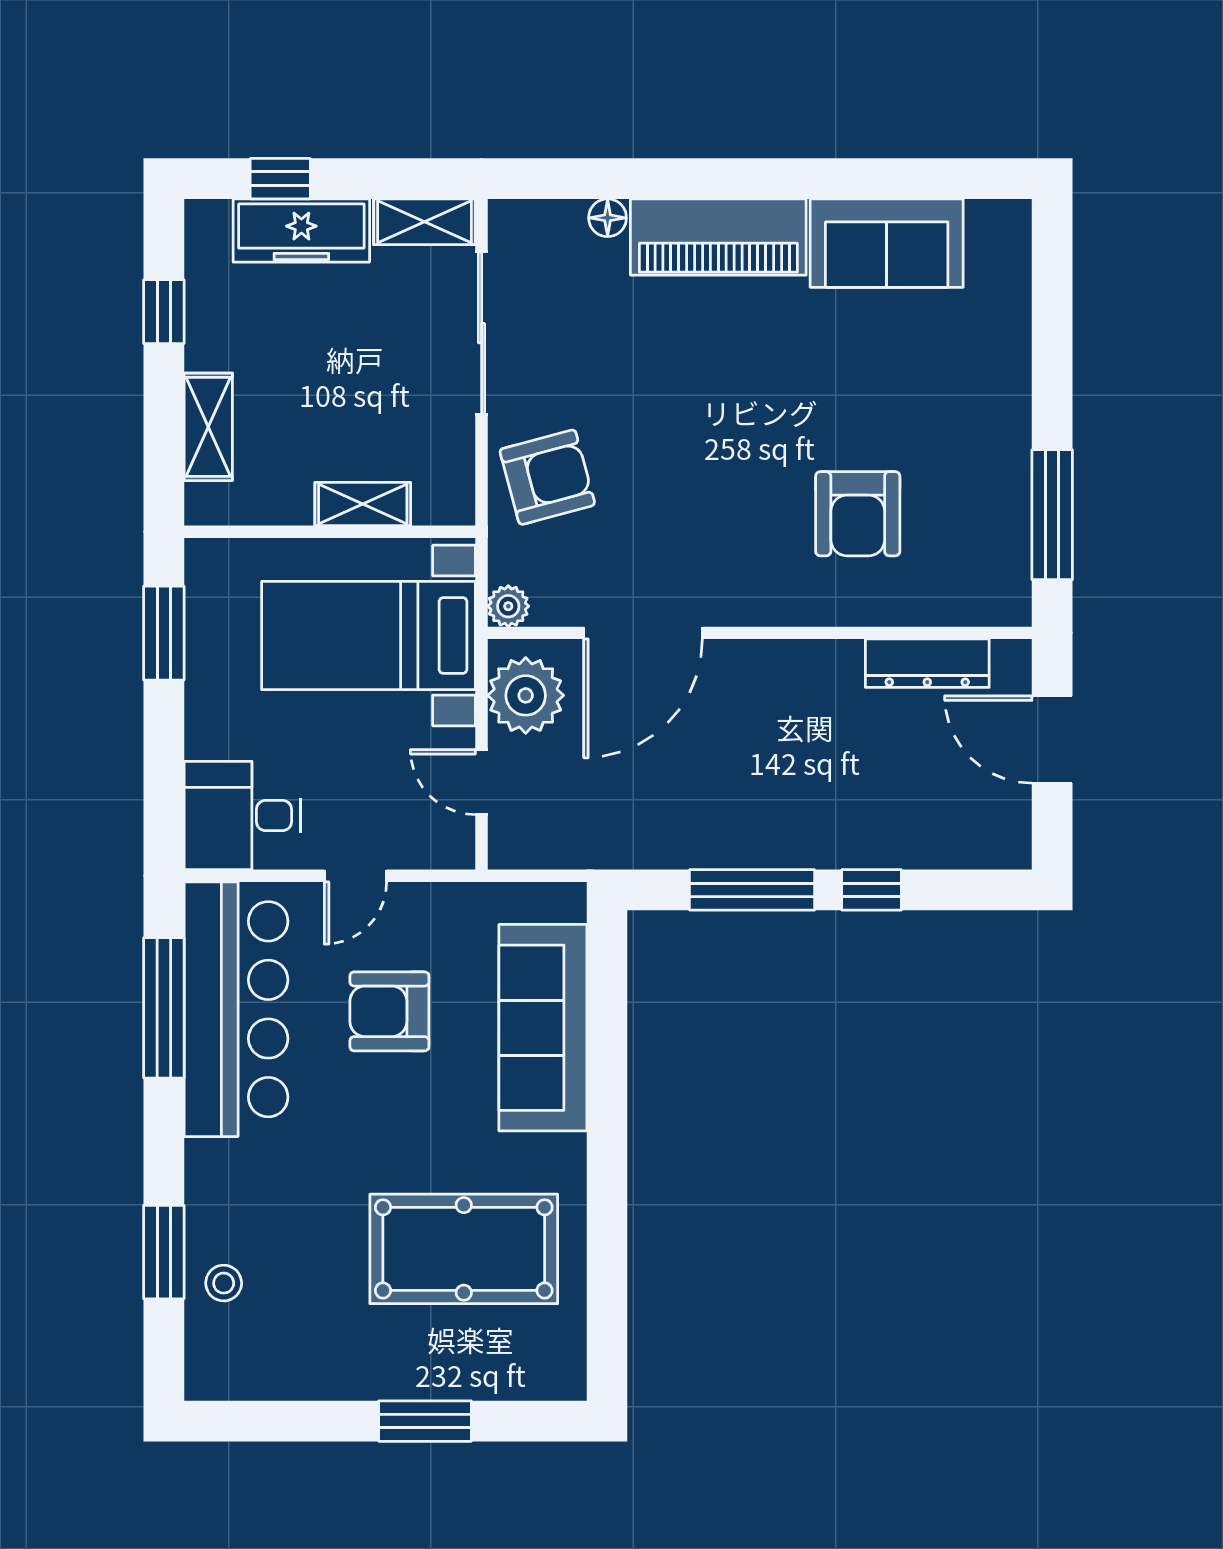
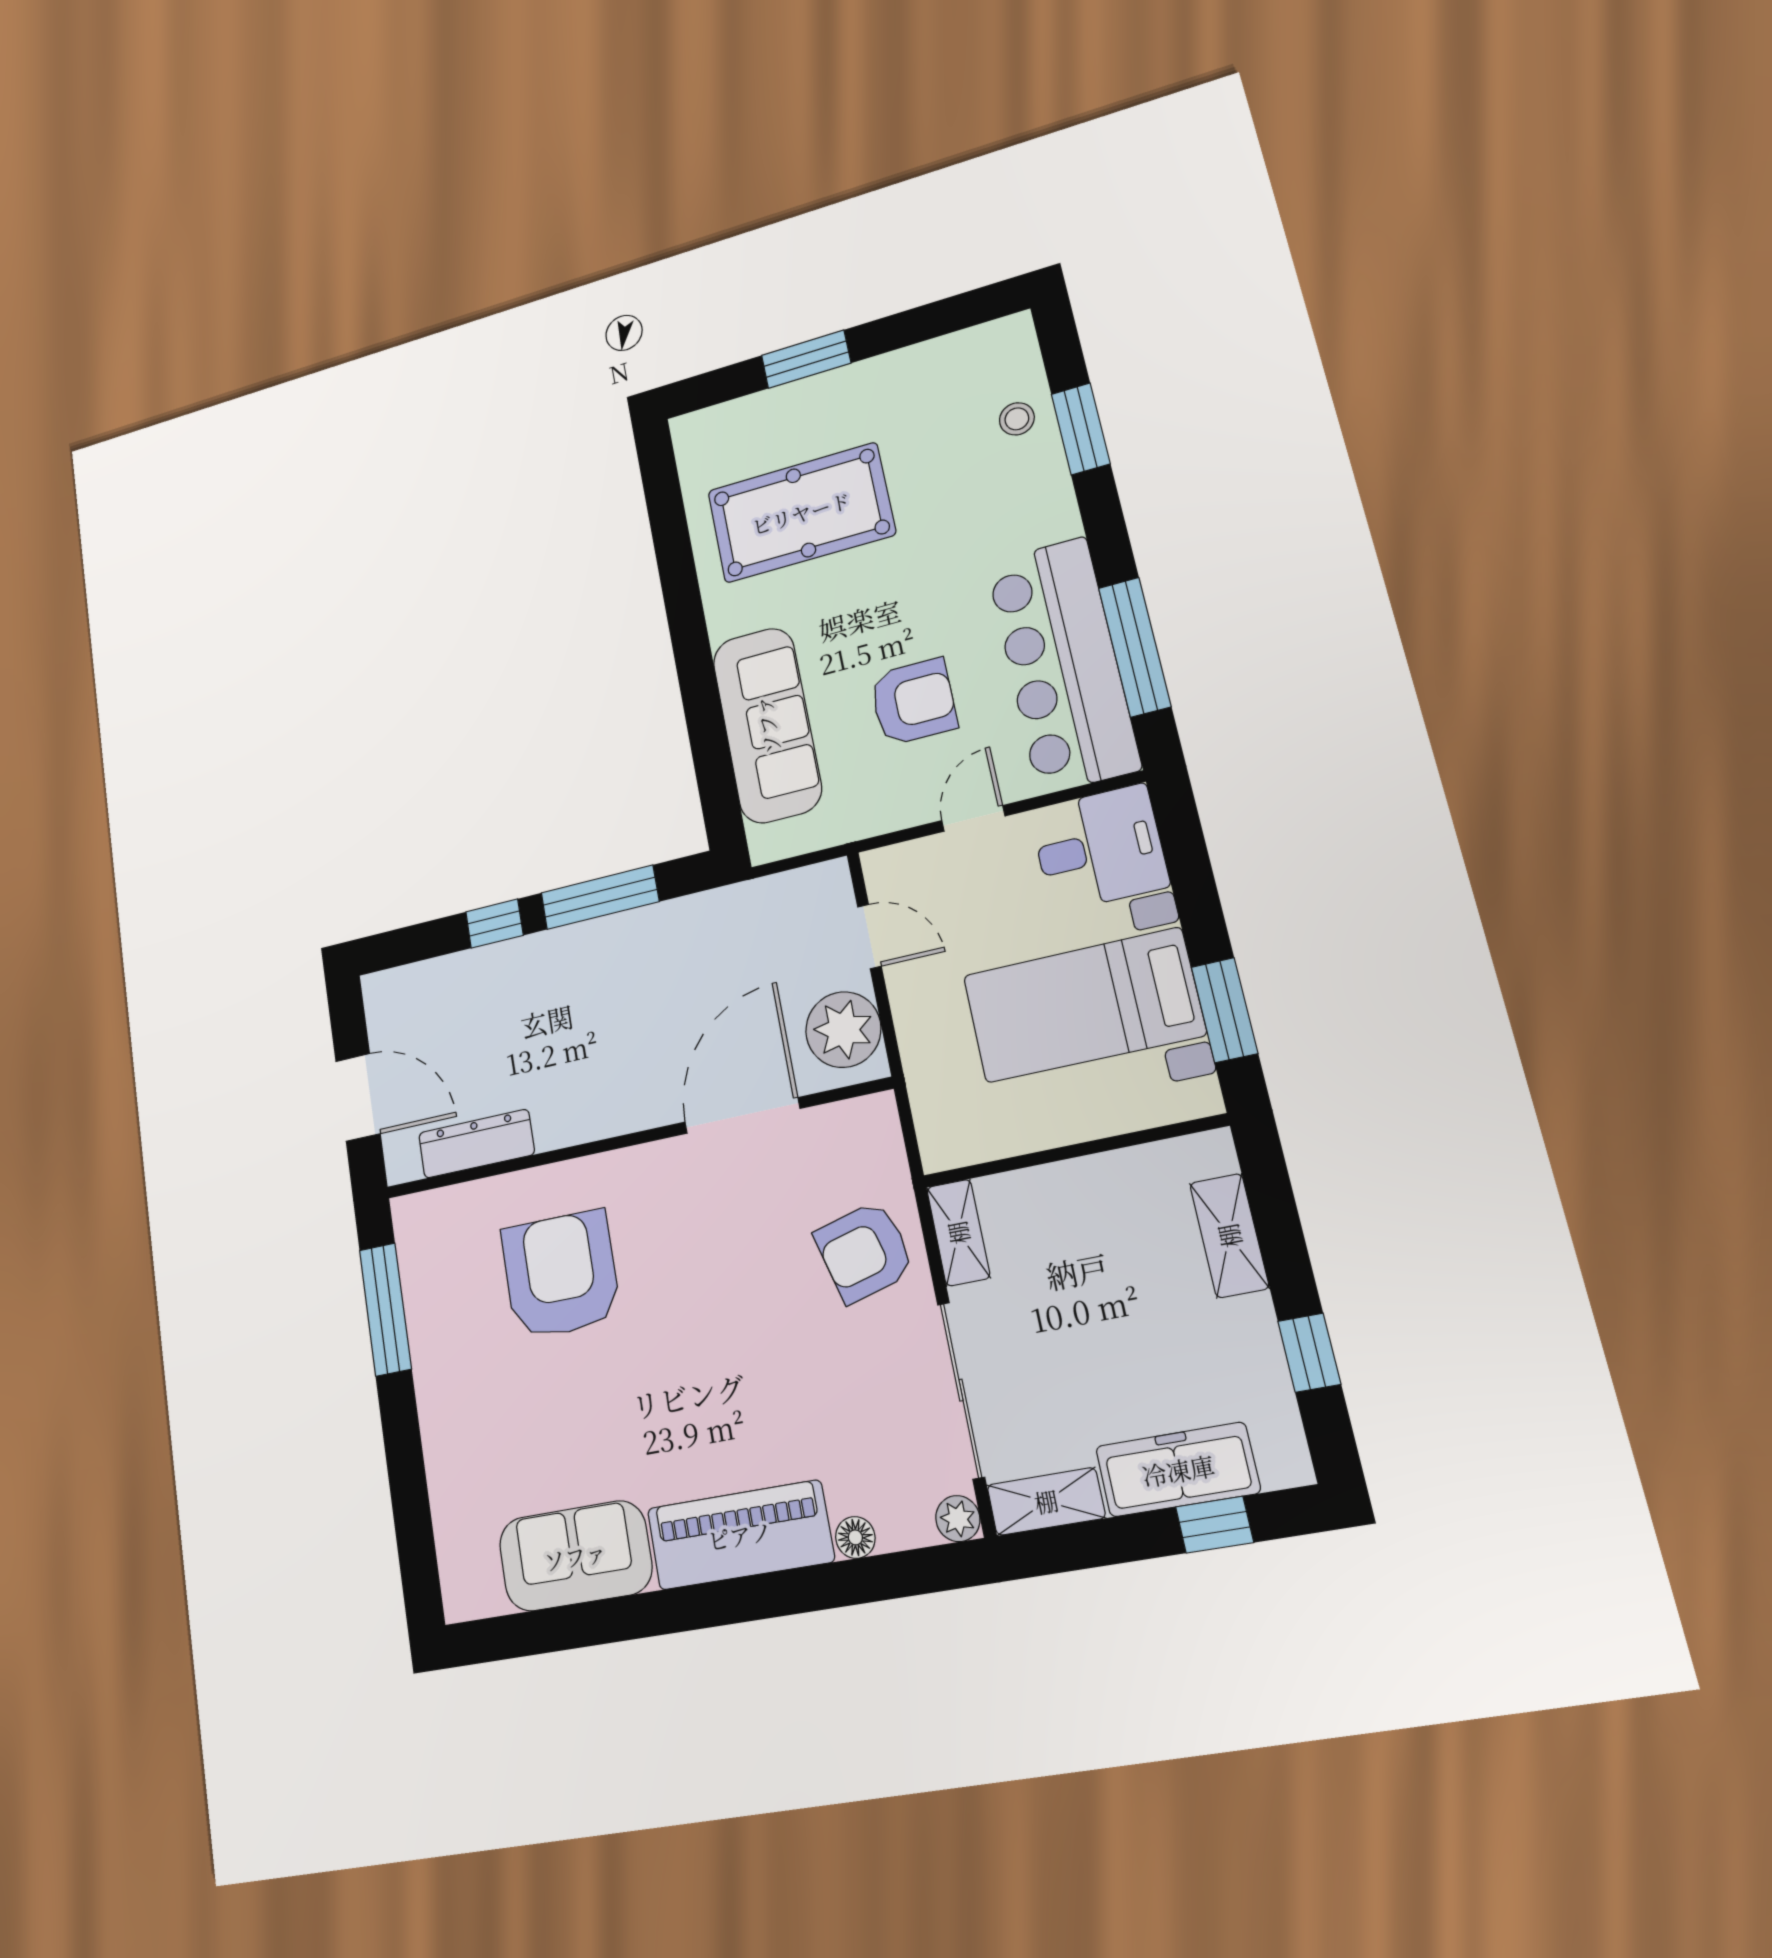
shelving: (363, 504) -> (958, 1233), moved, turned 90
armchair: (858, 514) -> (561, 1275), width x1.36, depth x1.36
plant: (508, 606) -> (958, 1519), moved
bed with nightstands: (369, 636) -> (1083, 1005), moved, turned 180

